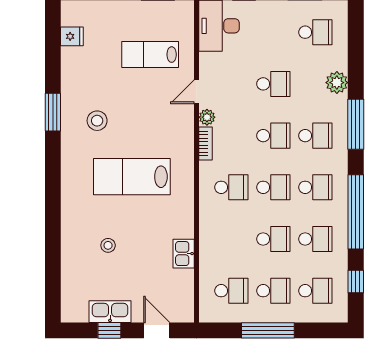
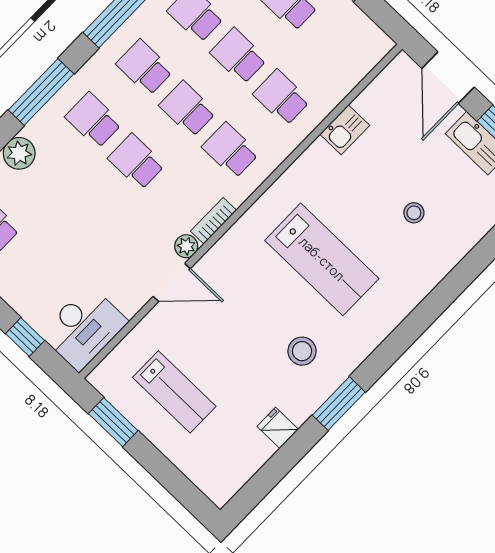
fridge: (72, 36) -> (278, 428), moved
lab bench: (150, 55) -> (174, 392), moved
school desk: (273, 84) -> (85, 215), removed
door: (197, 92) -> (172, 282), width x1.38
school desk: (231, 291) -> (281, 97), moved
door: (157, 330) -> (448, 78), width x1.38

